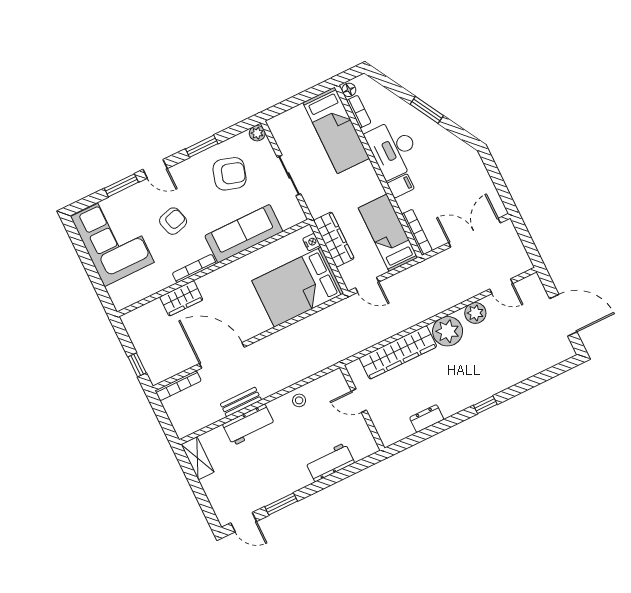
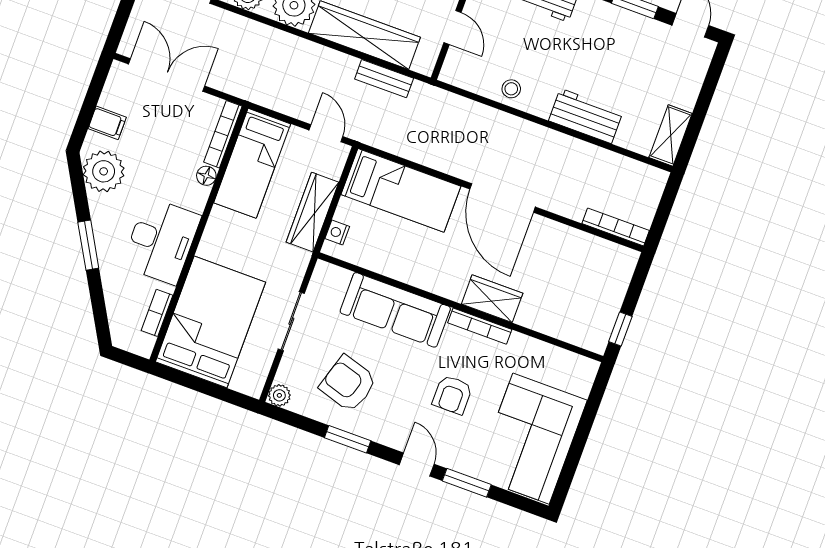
floor lamp: (349, 90) -> (206, 176), moved
bed: (336, 130) -> (210, 322), width x1.50
plant: (457, 154) -> (104, 171), added
filing cabinet: (401, 186) -> (107, 123), moved, turned 180
armchair: (173, 221) -> (452, 395), turned -74
double door: (474, 233) -> (167, 75), swing flipped
bed: (298, 287) -> (401, 190), width x0.67
wardrobe: (181, 298) -> (492, 299), moved
door: (222, 355) -> (503, 198), moved
window: (137, 365) -> (620, 329), moved
bench: (241, 402) -> (384, 79), moved

